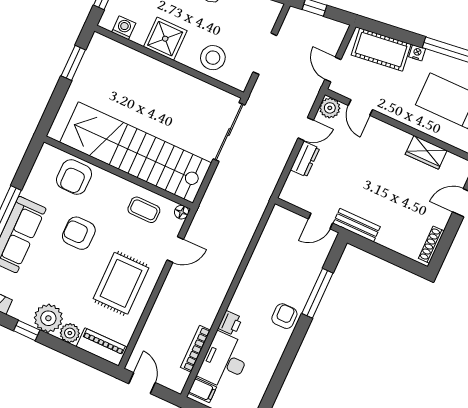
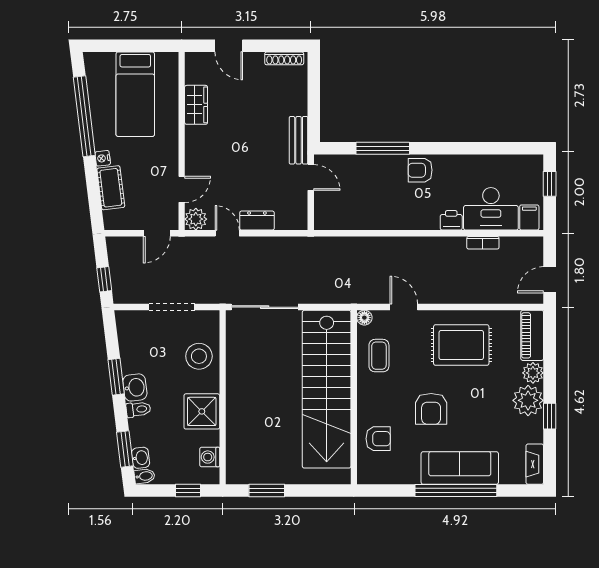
cot: (381, 50) -> (111, 188), width x0.73, depth x0.75
armchair: (74, 177) -> (378, 439), width x0.72, depth x0.72
bookcase: (195, 349) -> (483, 243), width x0.64

